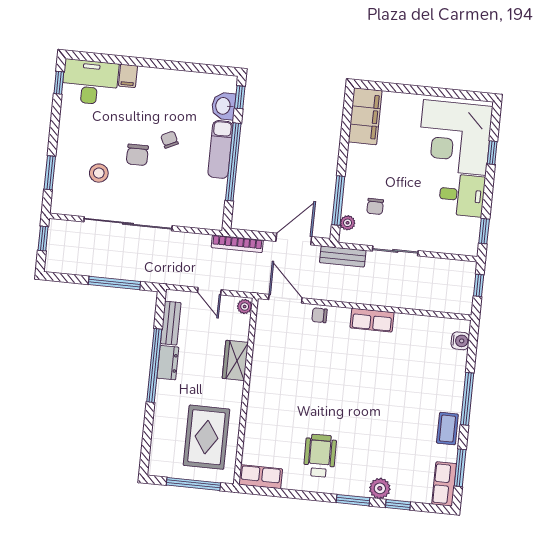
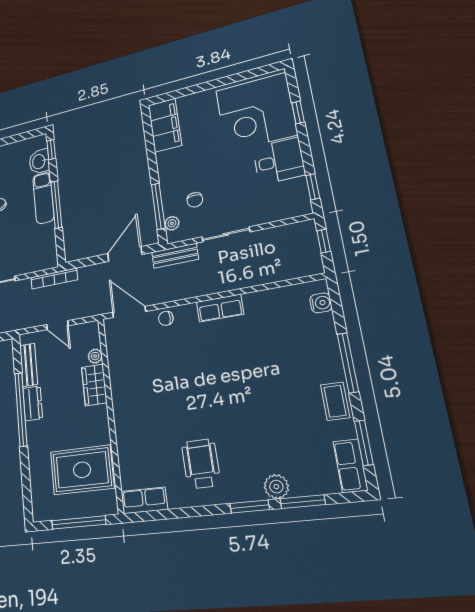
window: (233, 162) -> (56, 205), width x0.68
bookcase: (237, 244) -> (54, 279), moved
plant: (245, 307) -> (95, 356), moved
rug: (206, 437) -> (82, 470), turned 90
window: (398, 505) -> (303, 502), width x1.50

